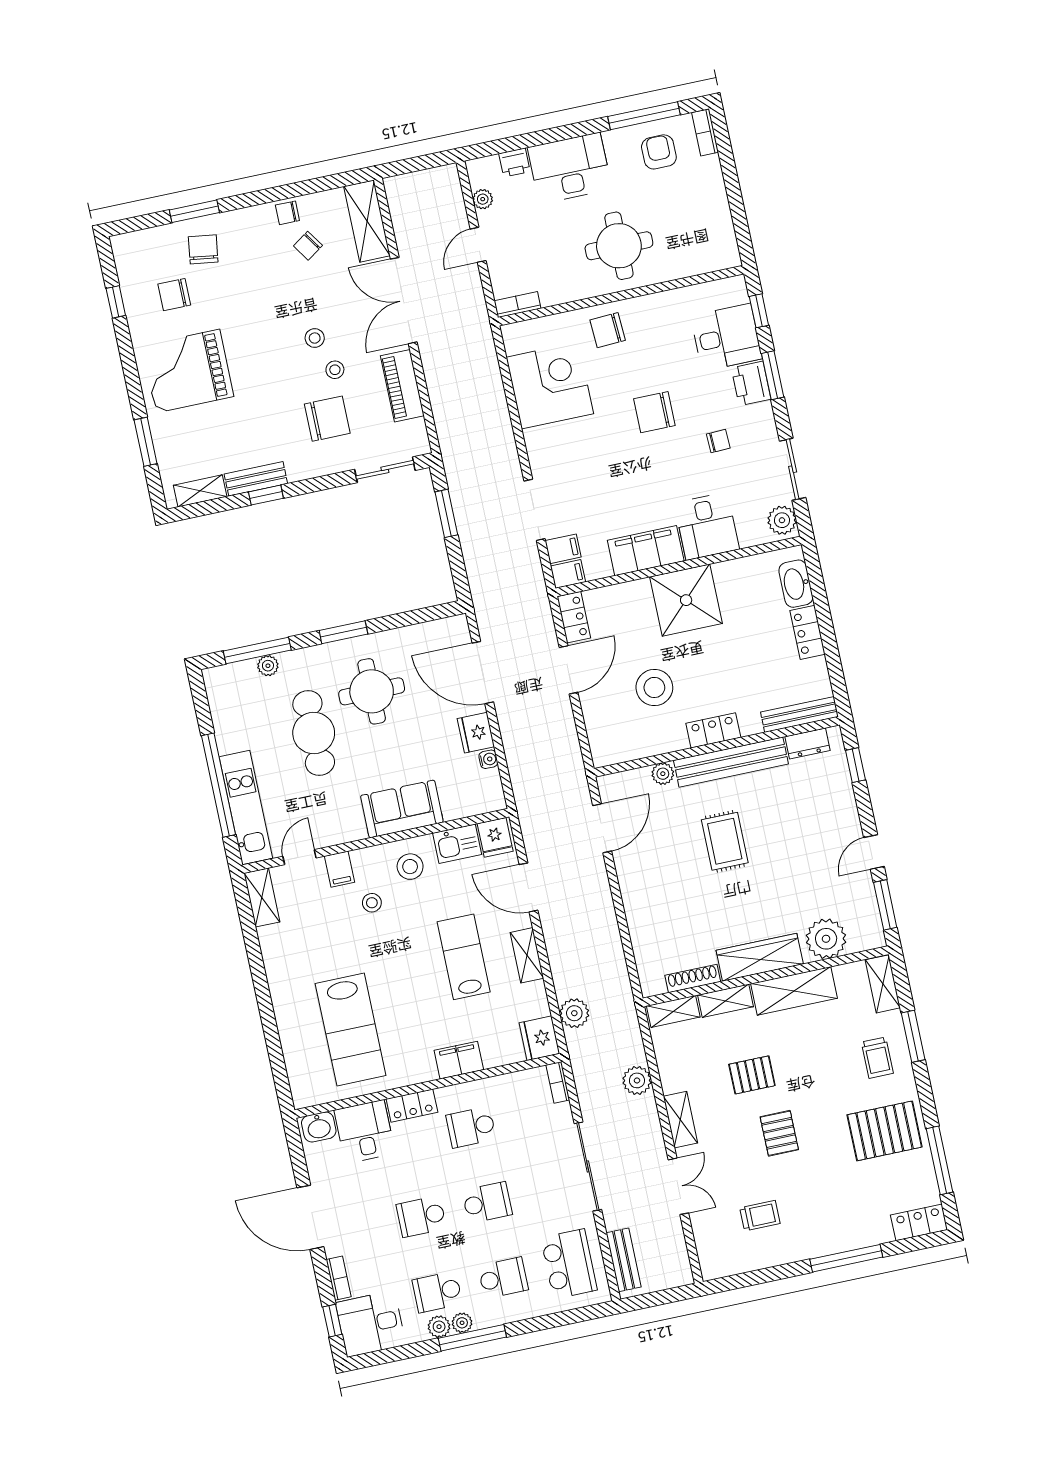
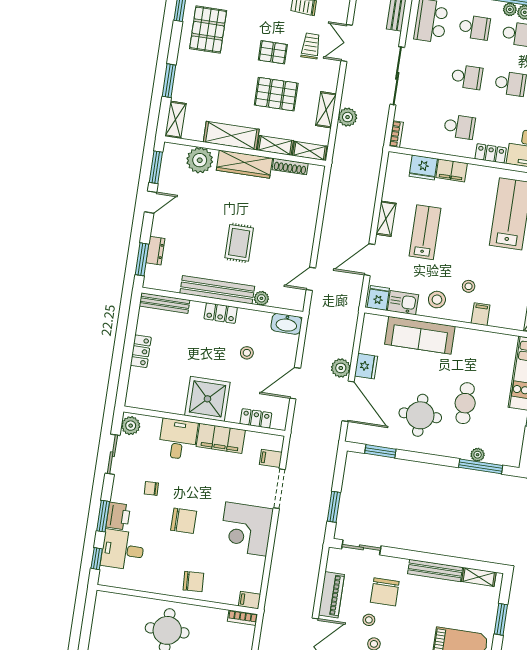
corner desk: (550, 385) -> (246, 529), moved
chair: (327, 419) -> (385, 592), turned -90
bench: (256, 479) -> (435, 570), width x1.36
window: (266, 495) -> (440, 559), removed
filing cabinet: (568, 574) -> (250, 600), moved
washbasin: (796, 584) -> (286, 324), moved, turned 90
locker: (574, 617) -> (256, 418), moved, turned 90
window: (343, 632) -> (380, 451), moved
stool: (654, 687) -> (247, 353), width x0.53, depth x0.53
cafe table: (314, 733) -> (465, 403), width x0.73, depth x0.74
dresser: (807, 744) -> (155, 251), moved, turned 90
water cooler: (488, 759) -> (365, 347), removed
window: (855, 765) -> (142, 259), width x1.50
sofa: (402, 809) -> (420, 335), width x1.36
door: (602, 828) -> (311, 279), width x0.73
door: (300, 857) -> (502, 331), removed
door: (529, 887) -> (369, 260), swing flipped
lab bench: (464, 957) -> (425, 232), turned 180
plant: (574, 1013) -> (341, 368), moved
fridge: (539, 1038) -> (423, 167), moved, turned 90
trolley: (877, 1058) -> (311, 46), moved
pallet: (752, 1075) -> (276, 94), width x1.50, depth x1.42
shelving: (680, 1120) -> (326, 110), moved
pallet: (885, 1131) -> (208, 30), turned 90
pallet: (779, 1133) -> (273, 52), turned 90
school desk: (487, 1203) -> (467, 77), turned 180
school desk: (503, 1278) -> (474, 27), turned 180

